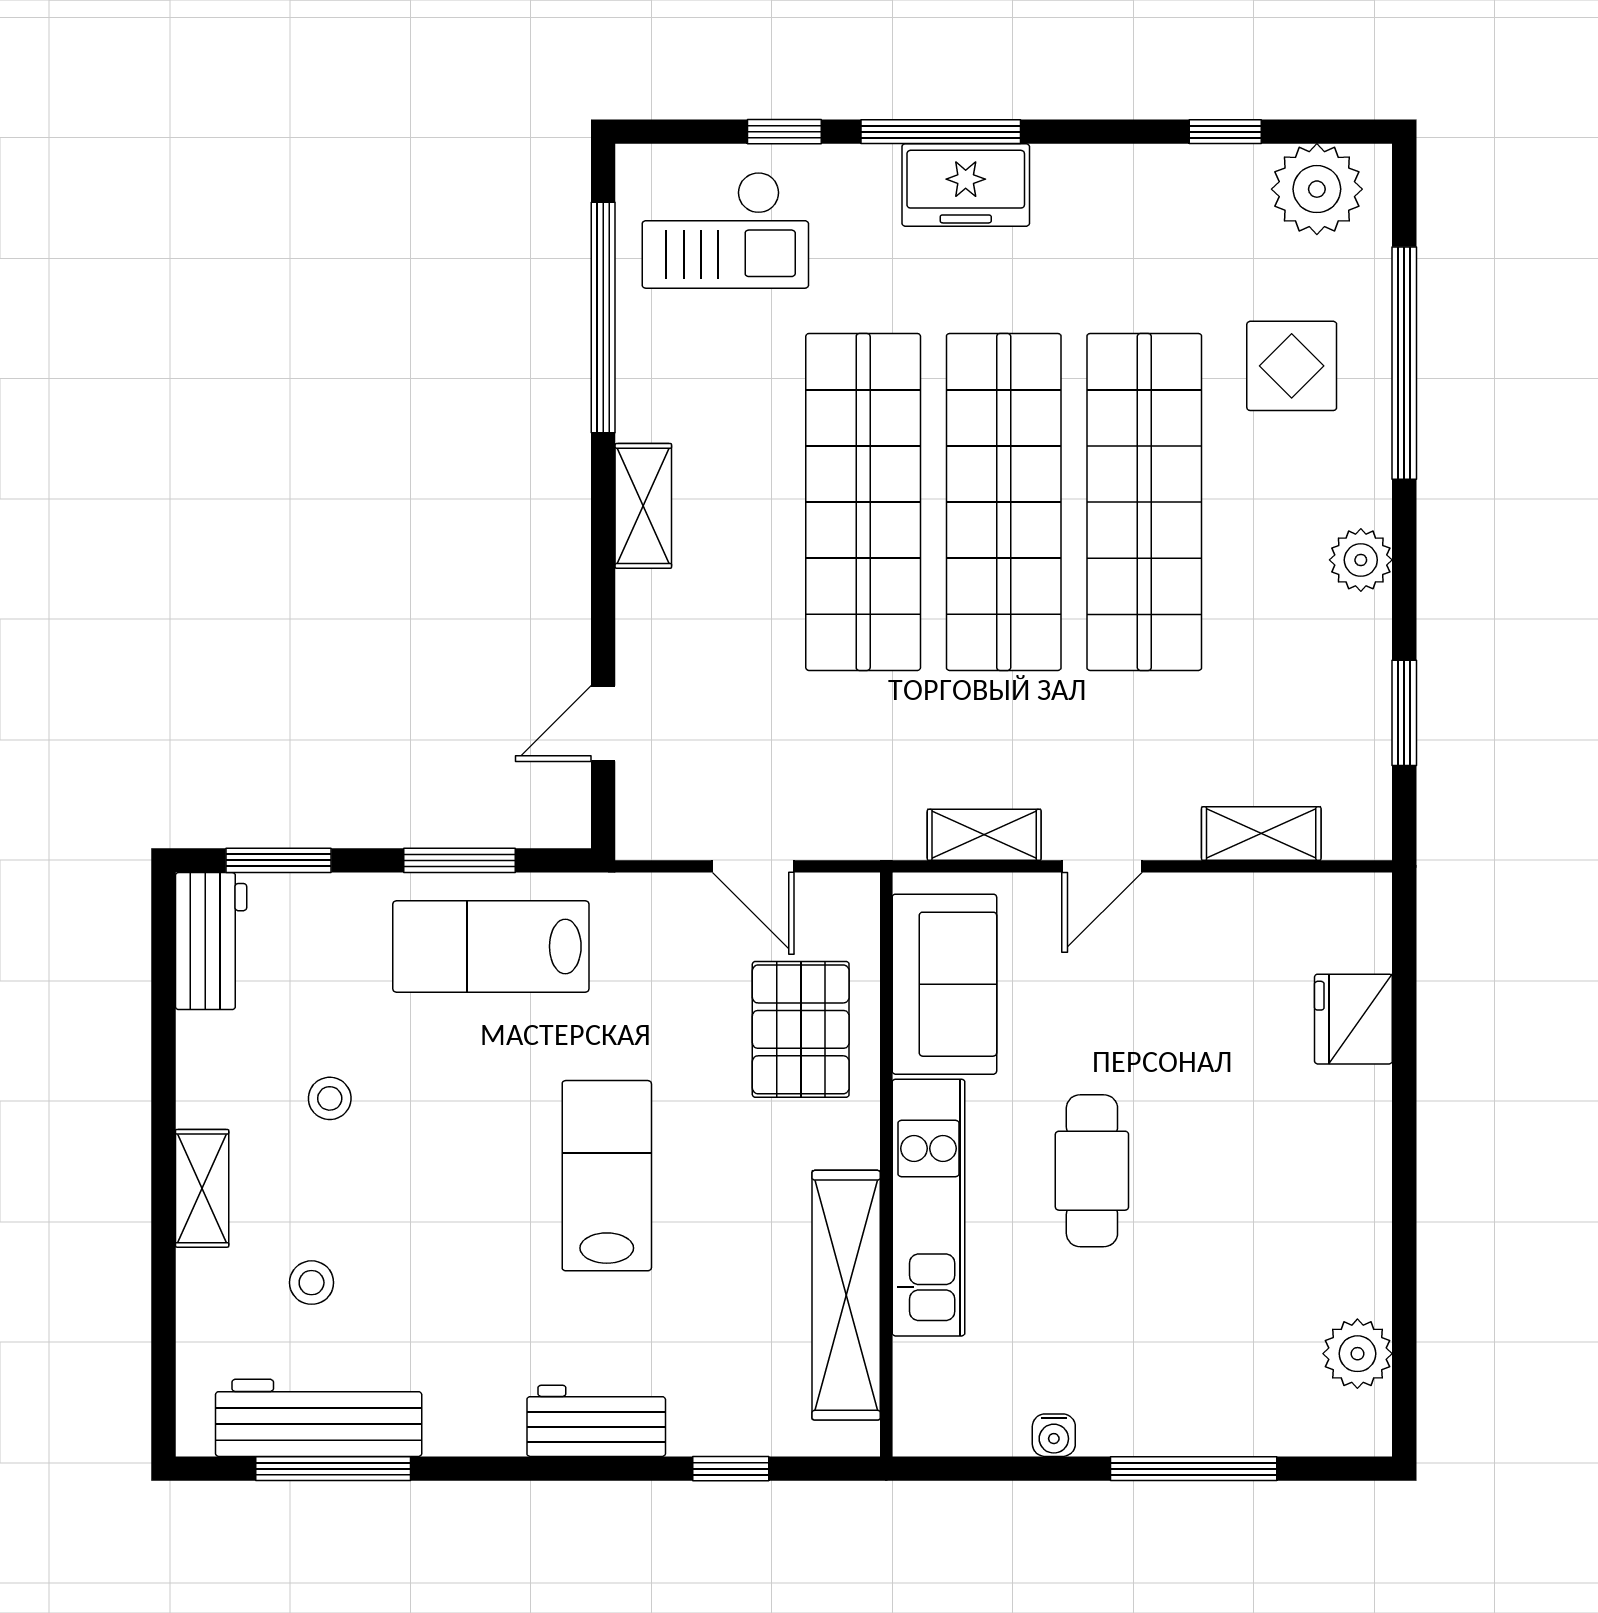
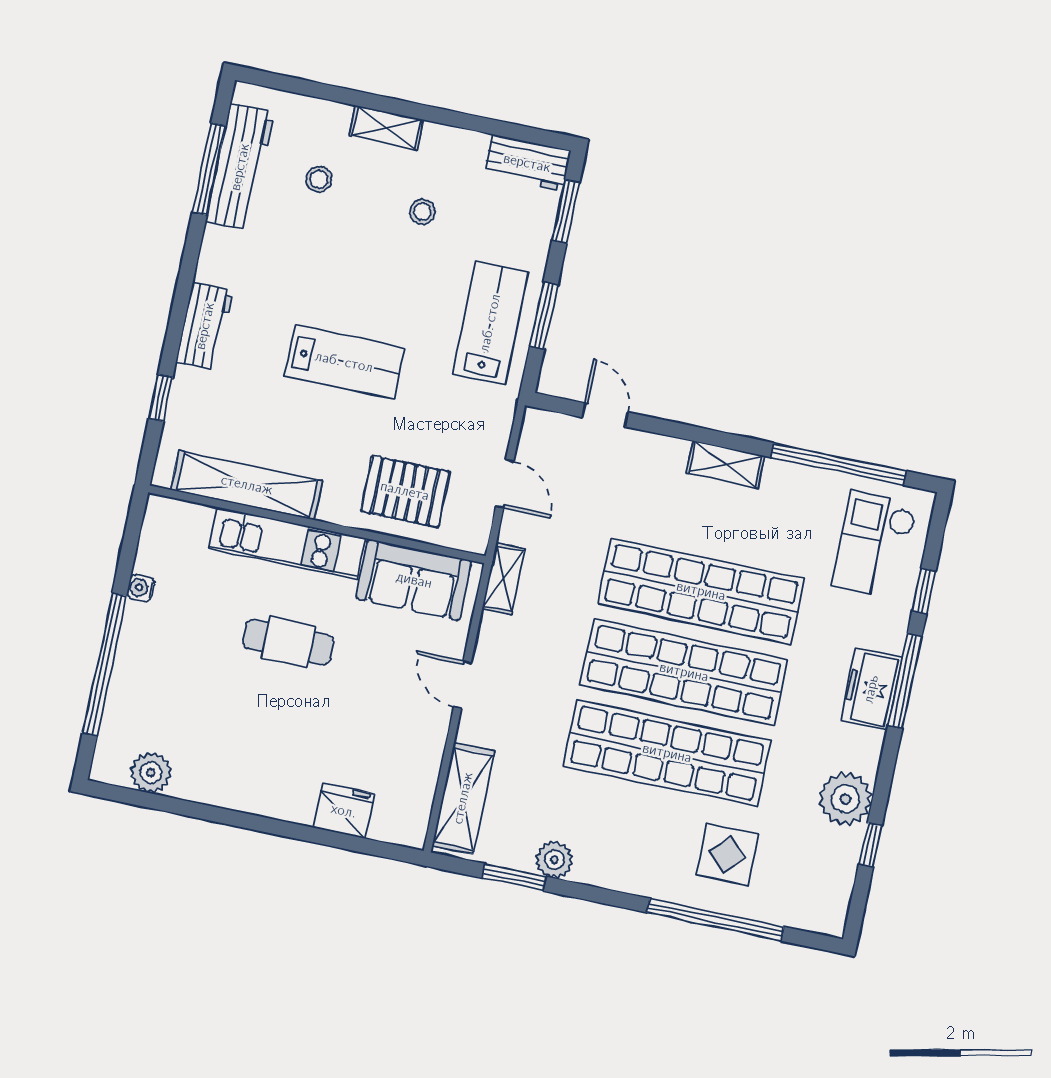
plant: (1317, 189) -> (845, 799), moved
plant: (1361, 560) -> (554, 860), moved
shelving: (1261, 834) -> (463, 798), width x1.50, depth x1.33
shelving: (984, 835) -> (504, 579), moved
door: (753, 866) -> (505, 484), swing flipped
window: (1194, 1469) -> (105, 664), width x1.46

